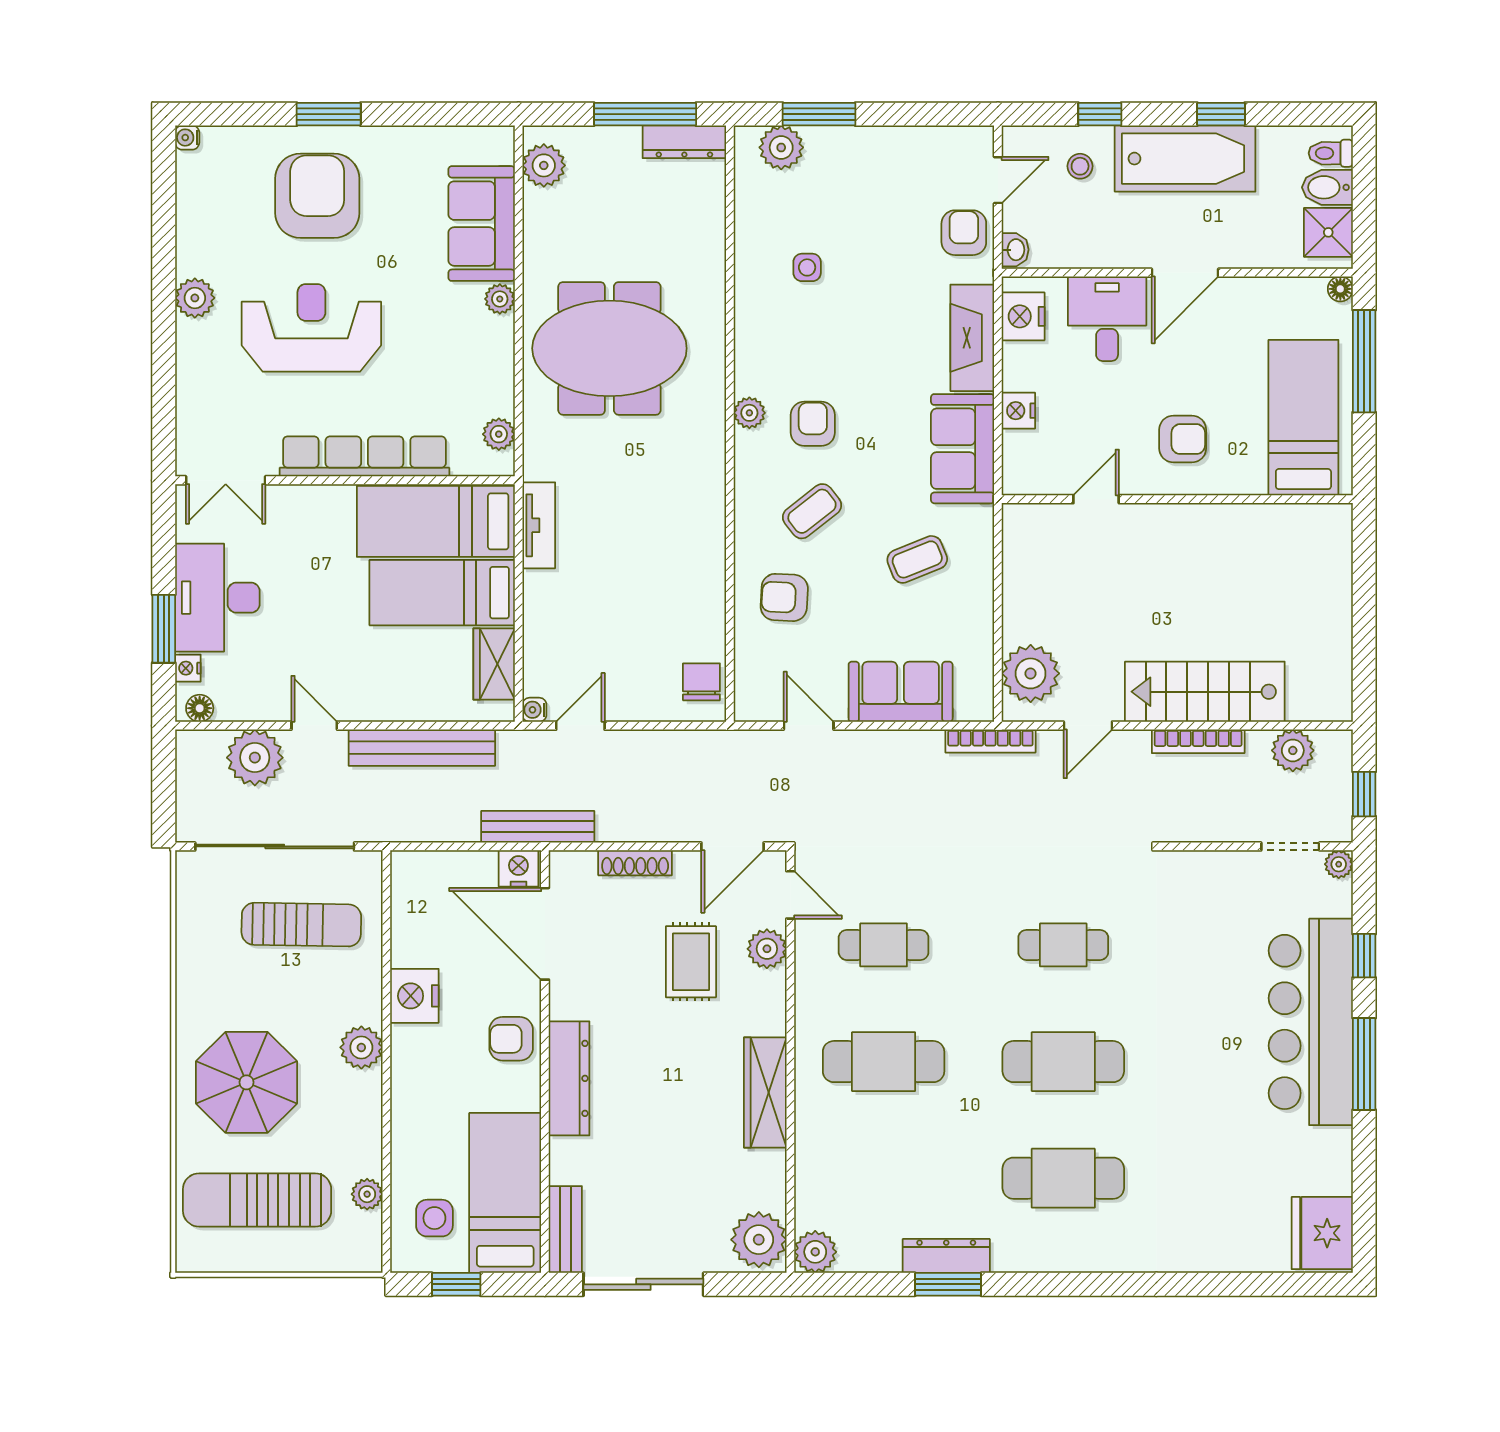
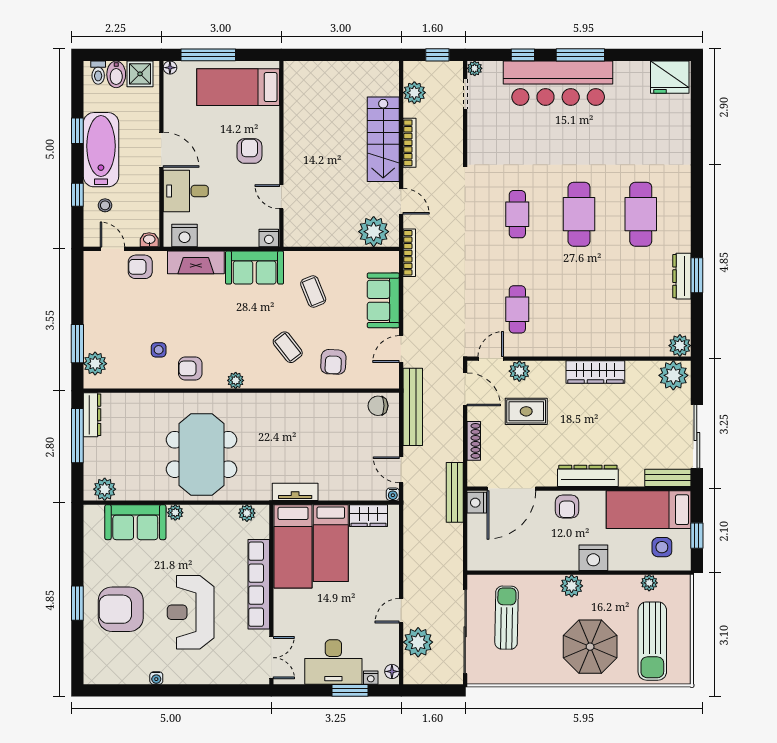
water cooler: (187, 138) -> (156, 678), moved
plant: (195, 298) -> (175, 674), removed
nightstand: (1018, 411) -> (269, 238), moved
armchair: (813, 424) -> (190, 368), moved
bench: (422, 748) -> (413, 407), moved
nightstand: (414, 996) -> (593, 558), moved
cafe table: (884, 1062) -> (579, 309), removed

